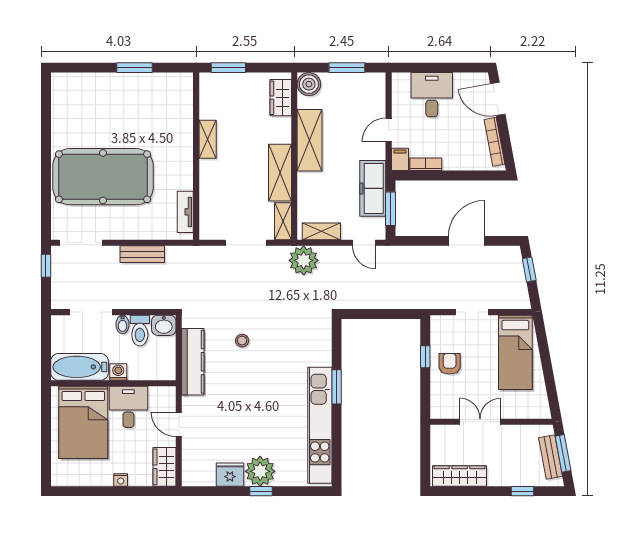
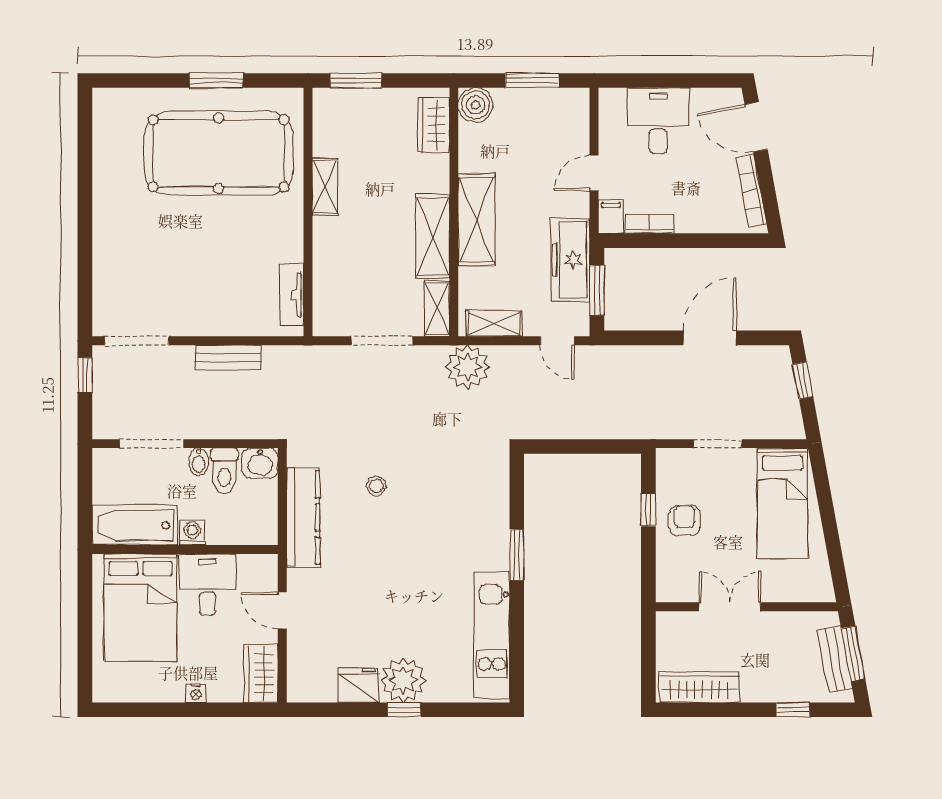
shelving: (310, 140) -> (477, 220), moved
pool table: (103, 177) -> (219, 153), moved
kitchen unit: (320, 425) -> (492, 635), width x0.73

